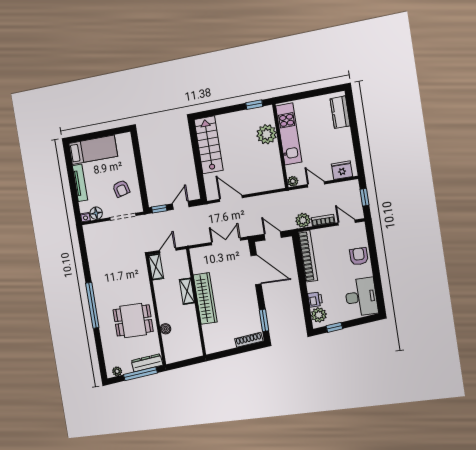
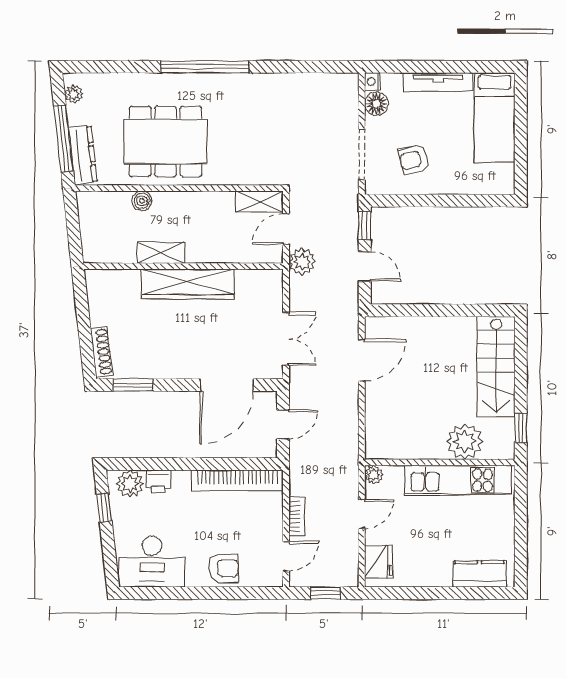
stairs: (209, 145) -> (496, 366), moved, turned 90
plant: (303, 220) -> (302, 262), moved
door: (168, 250) -> (286, 229), swing flipped
shelving: (187, 291) -> (161, 253), moved
dining table: (133, 321) -> (166, 141), width x1.38

